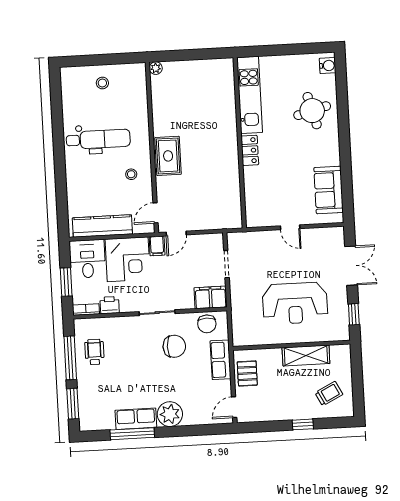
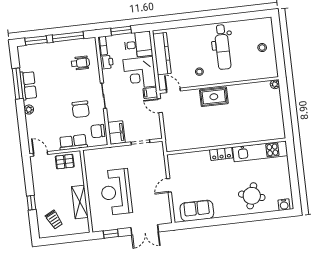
round table: (312, 111) -> (252, 196), turned 31
wheelchair: (94, 352) -> (80, 63), moved
plant: (170, 414) -> (29, 110), width x0.53, depth x0.53

